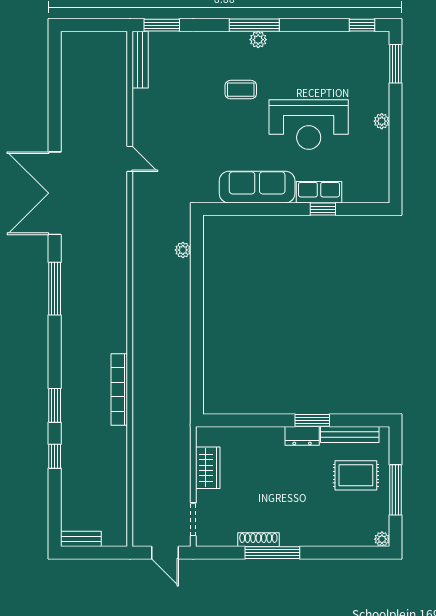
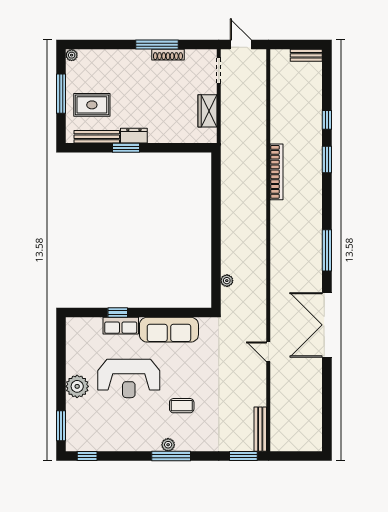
plant: (382, 121) -> (77, 386), width x1.88, depth x1.88
reception desk: (309, 125) -> (129, 378), turned 180
double door: (55, 193) -> (327, 325), swing flipped

